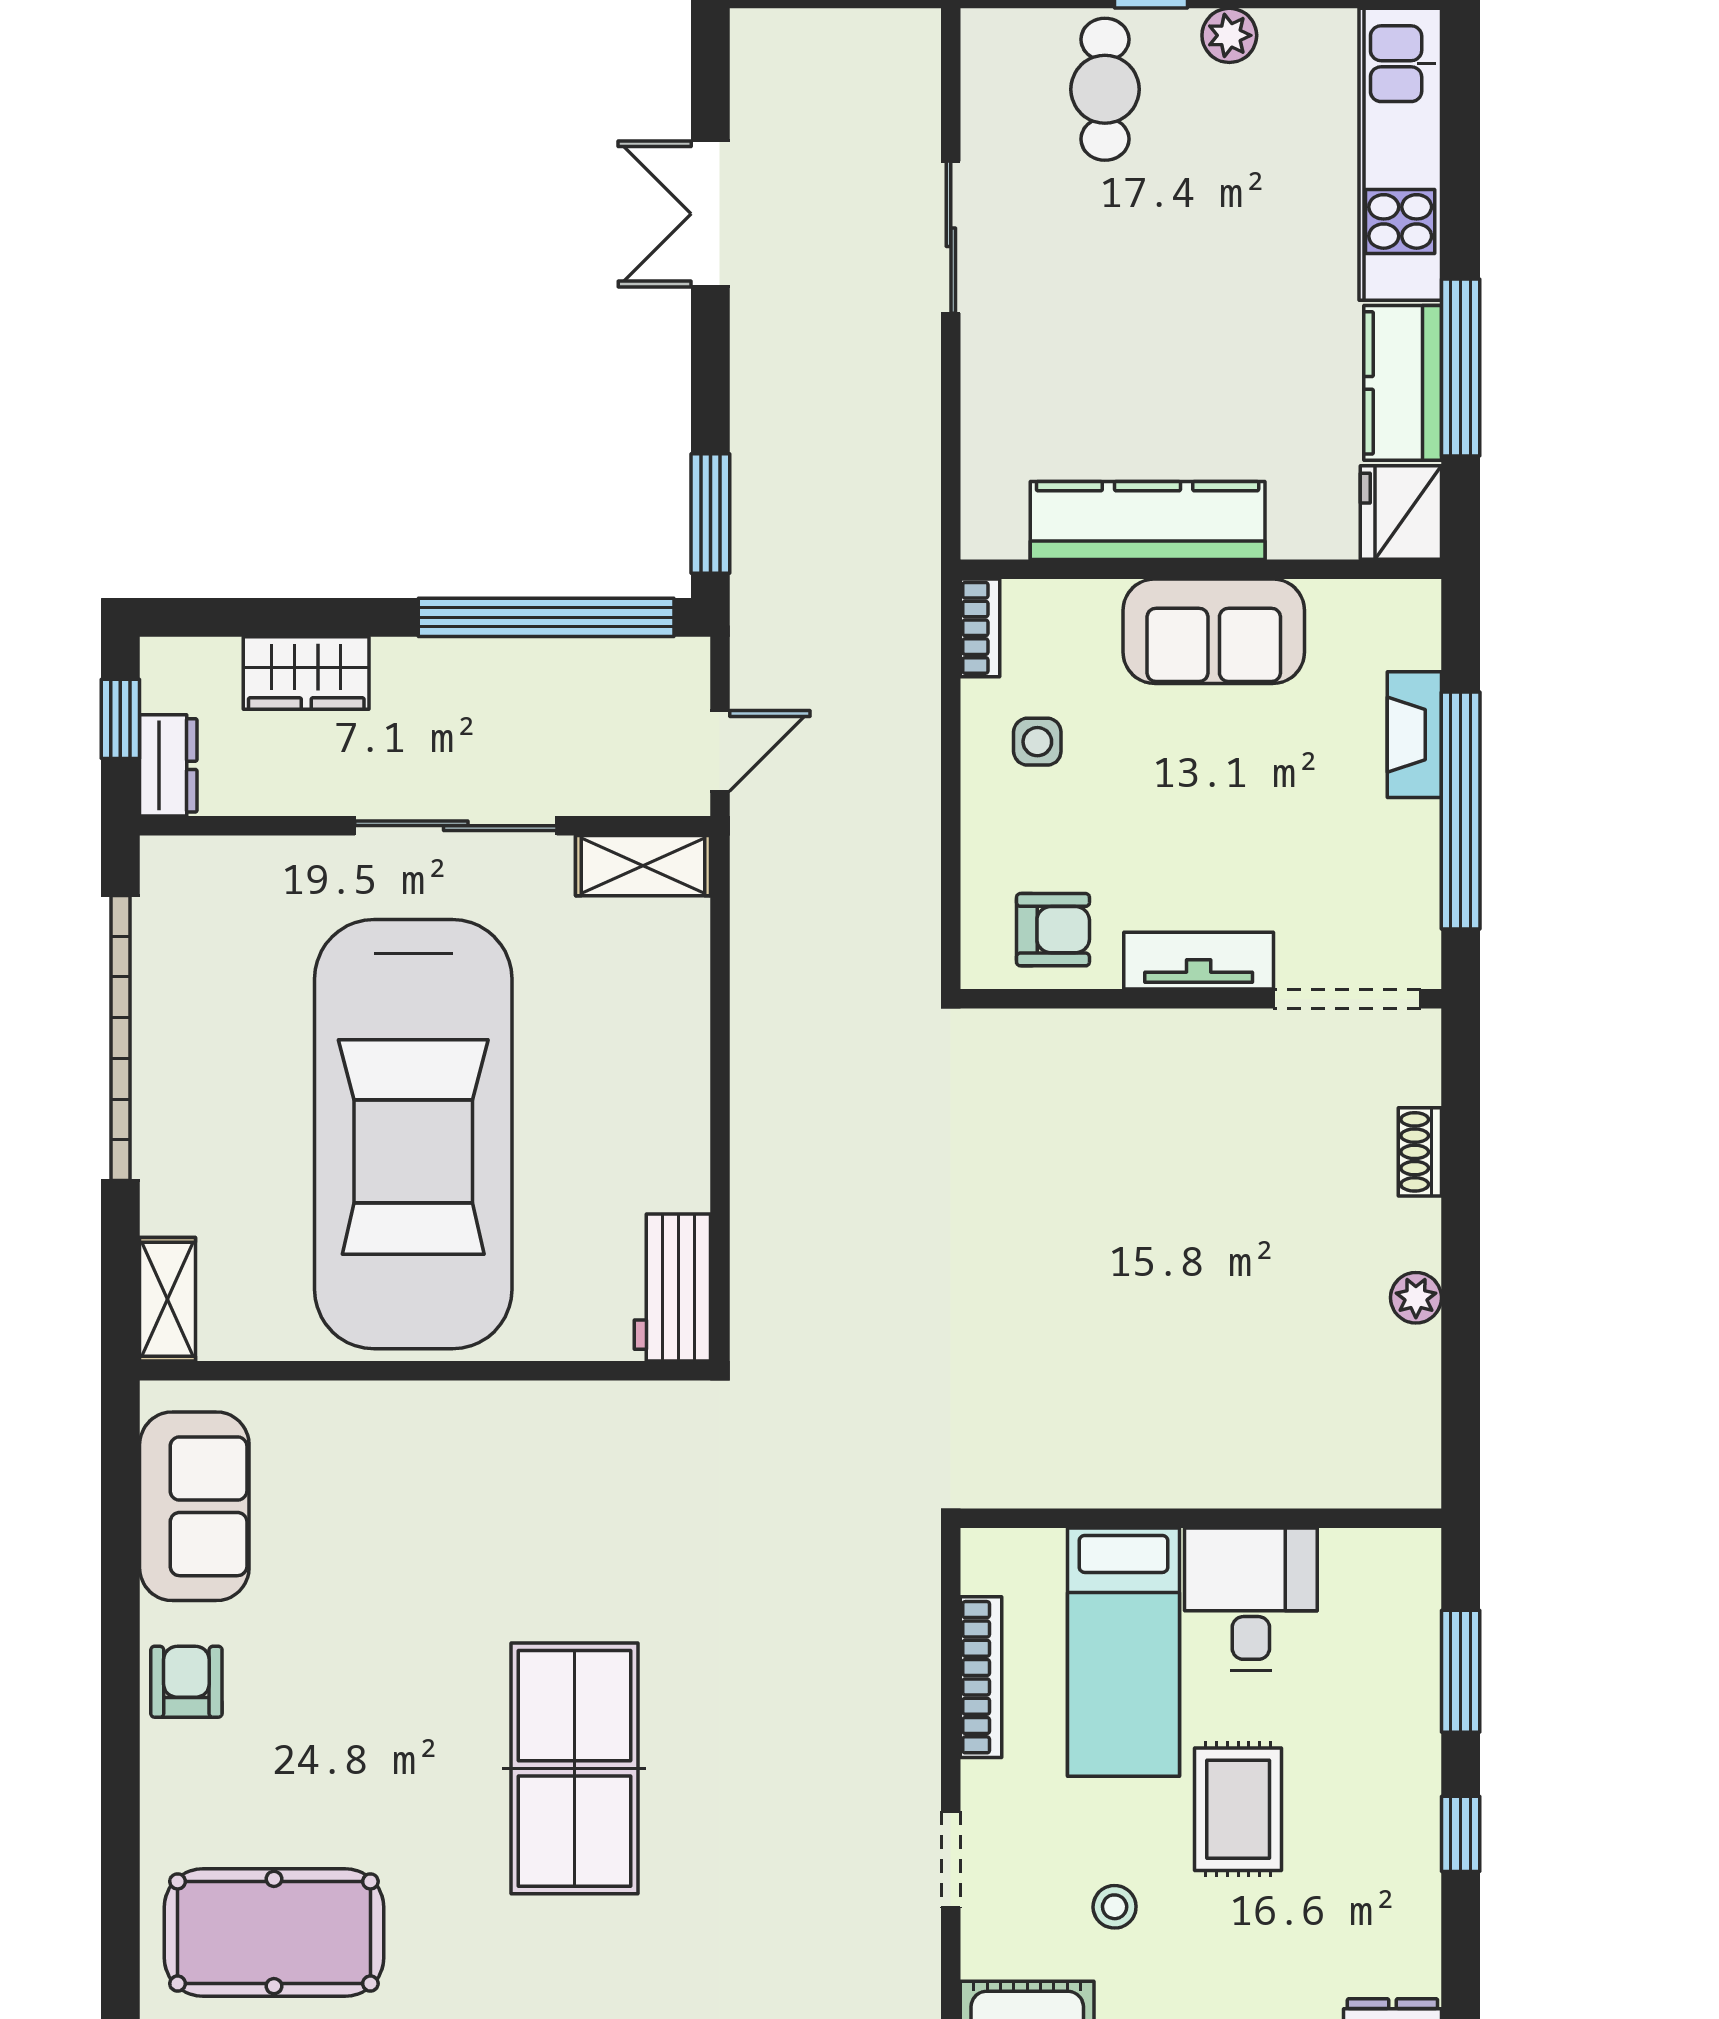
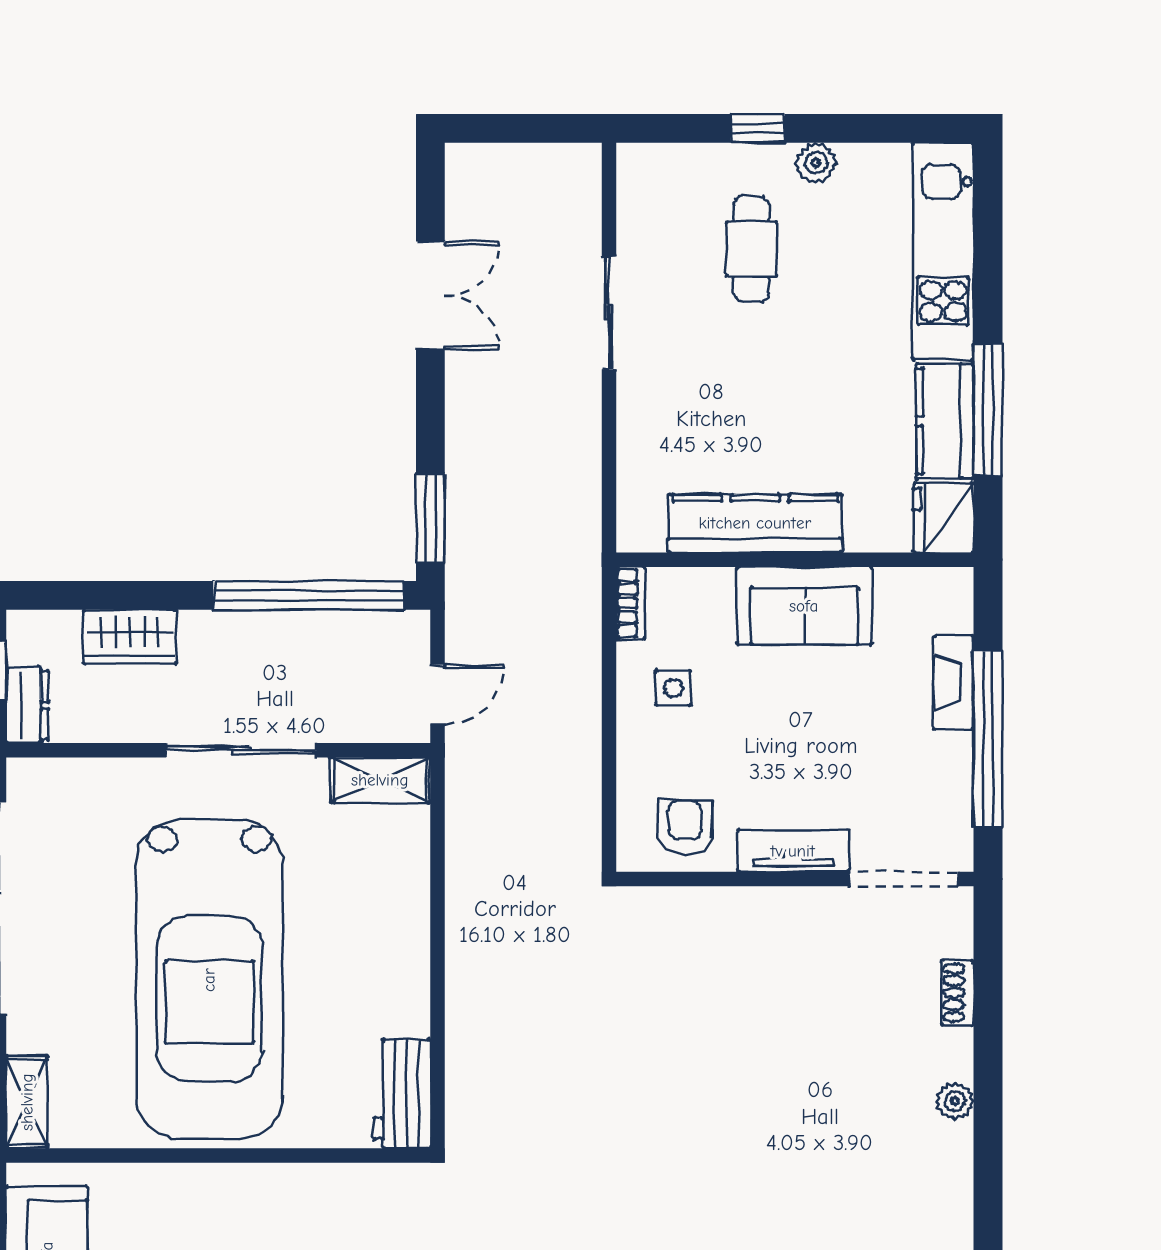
cafe table: (1105, 89) -> (751, 249), moved
double door: (710, 214) -> (430, 296), swing flipped
armchair: (1053, 930) -> (685, 828), turned -90

